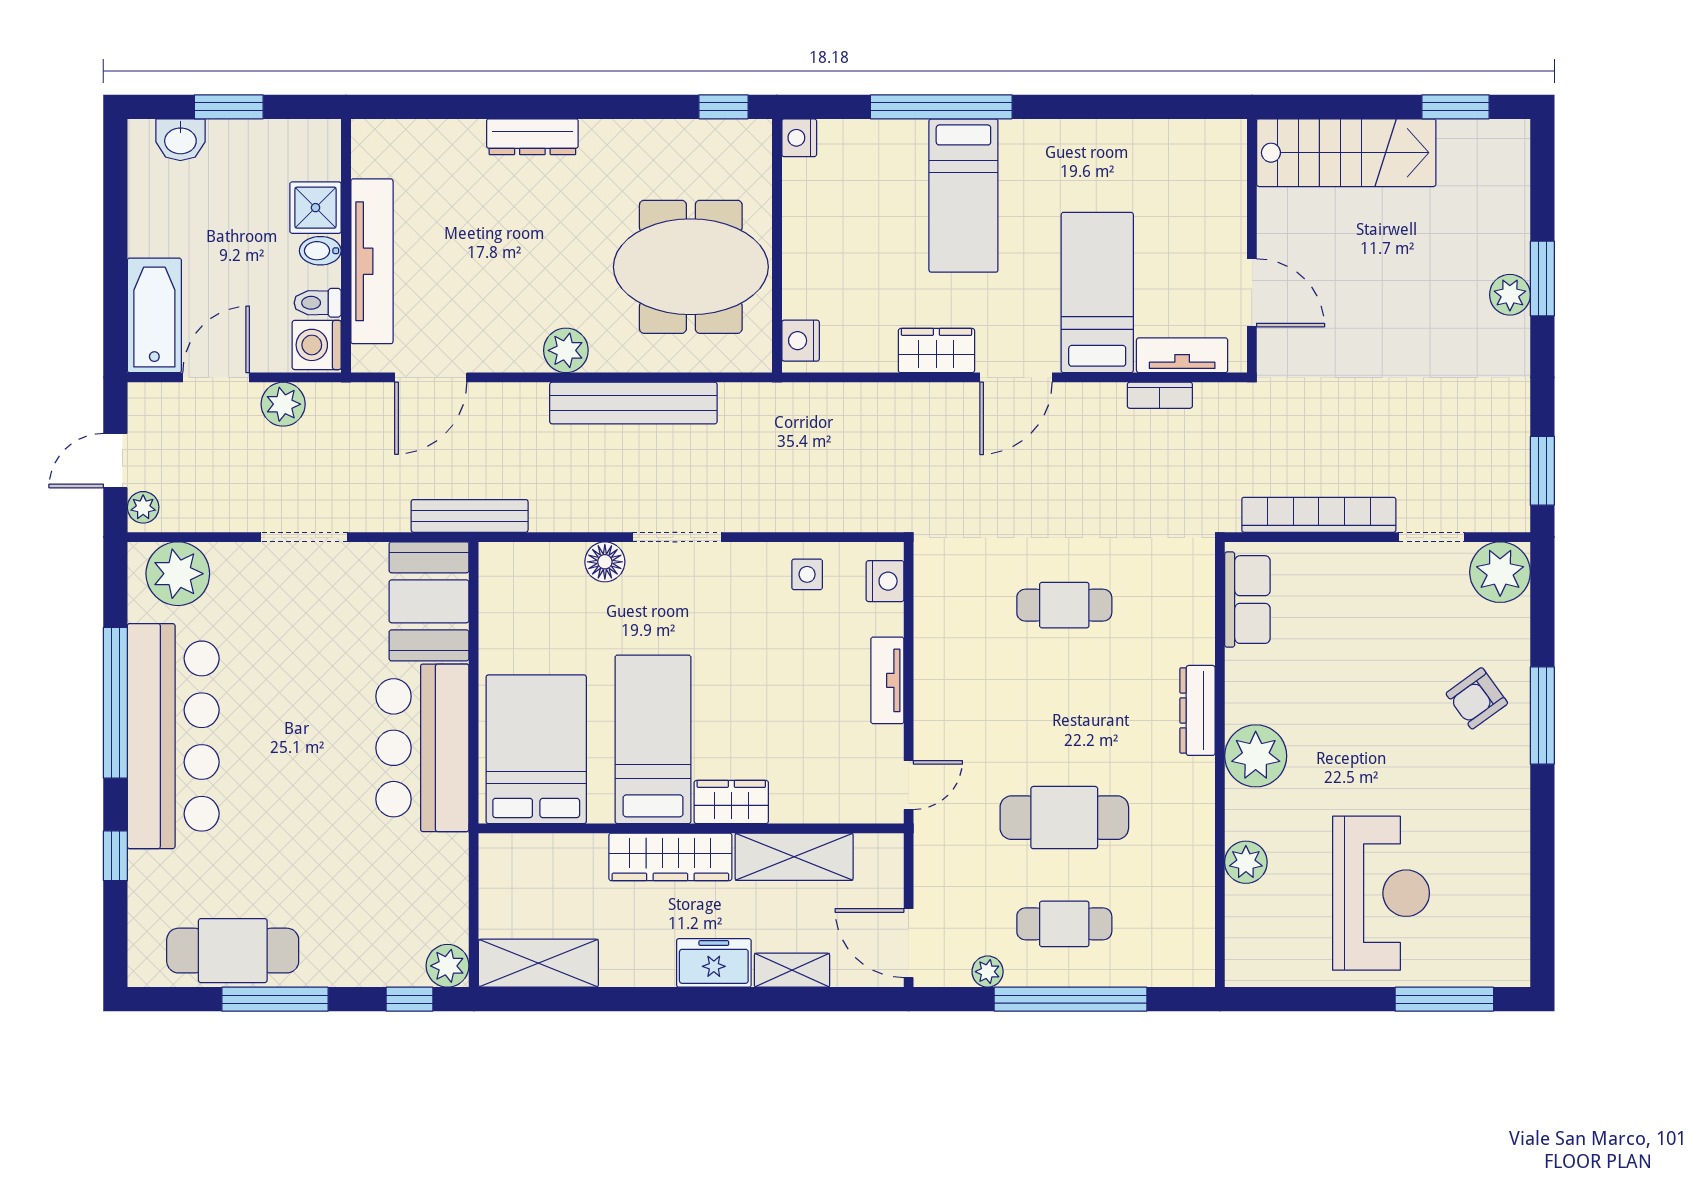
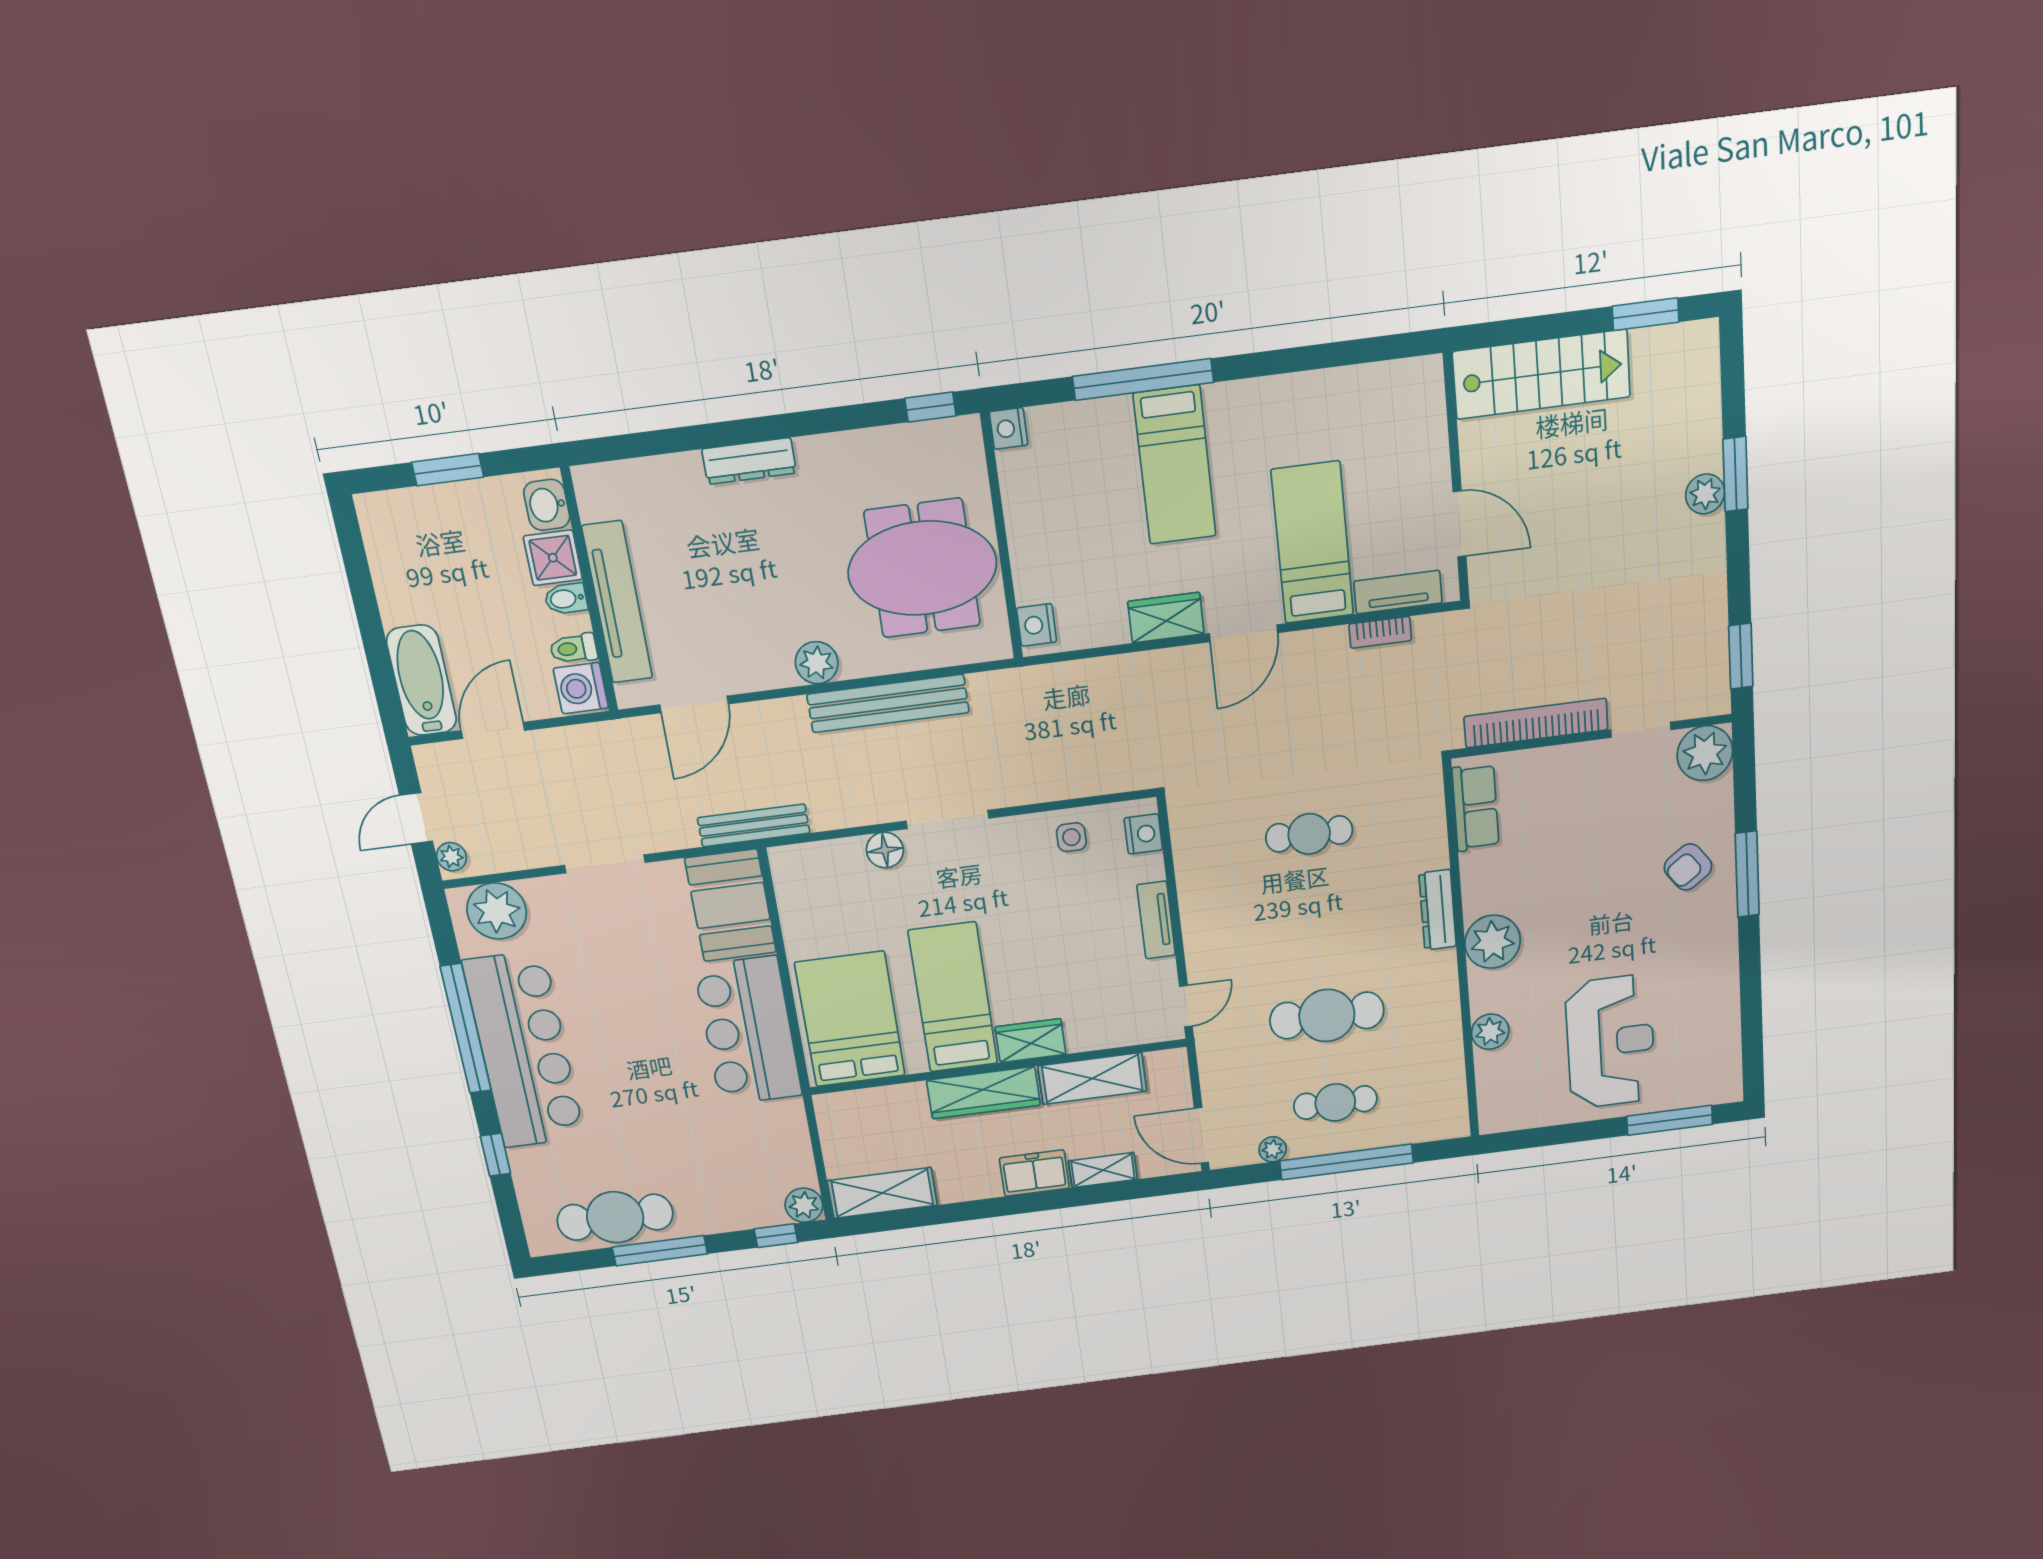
washbasin: (180, 140) -> (547, 505), moved, turned 90
plant: (283, 404) -> (561, 747), removed

